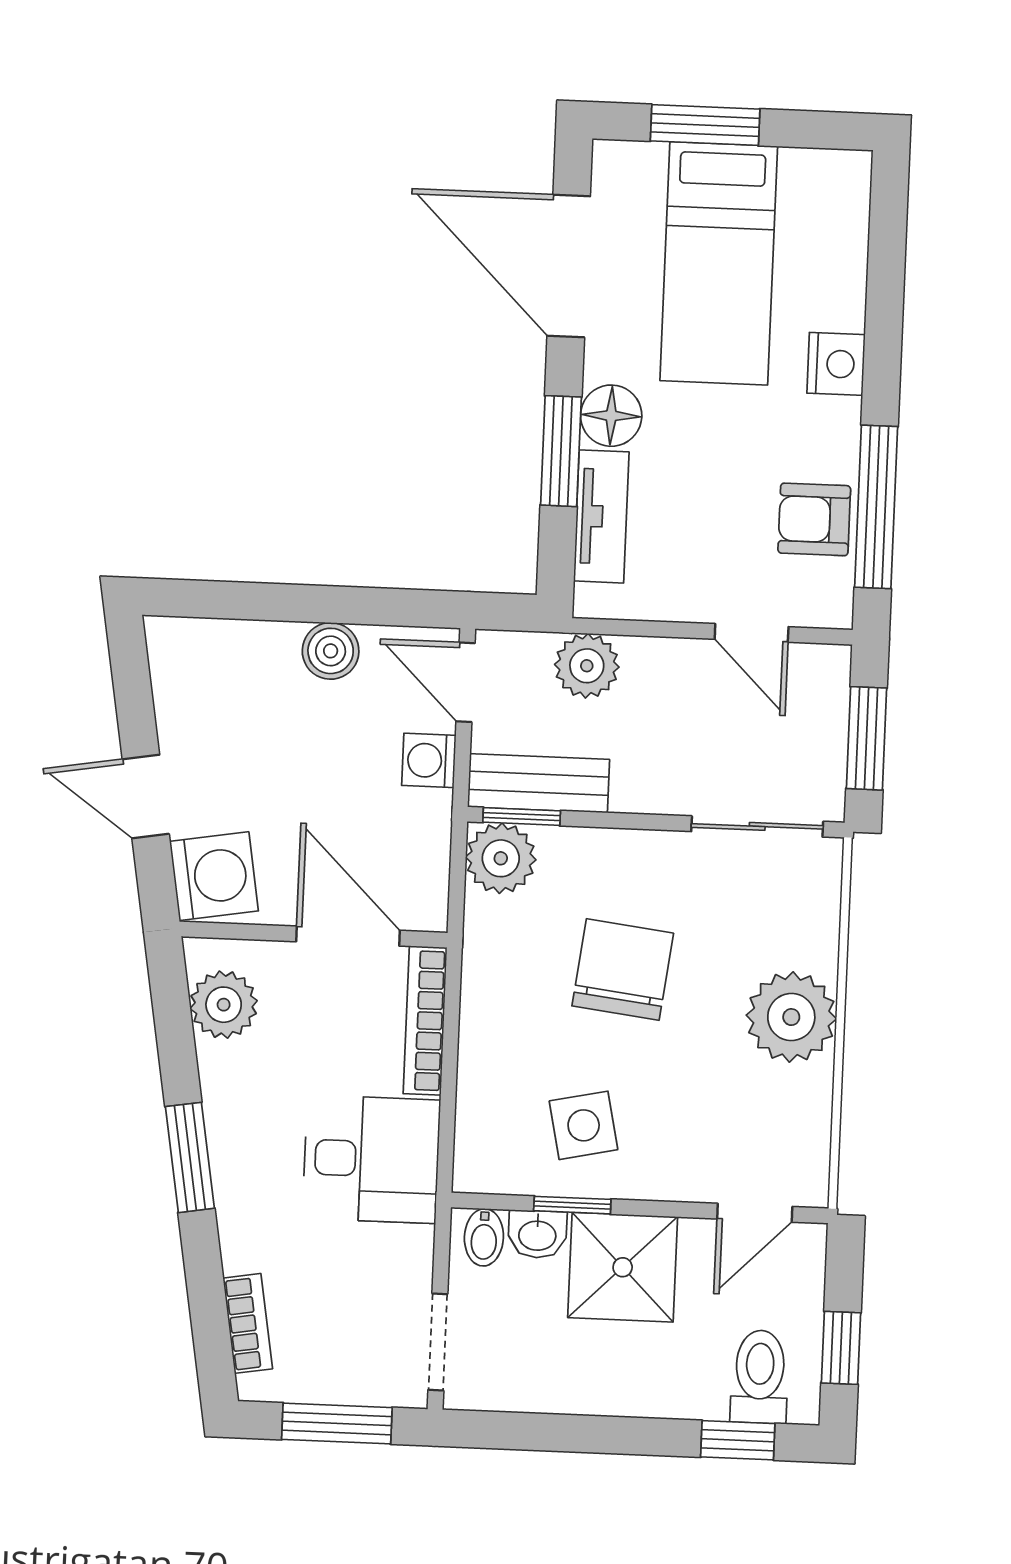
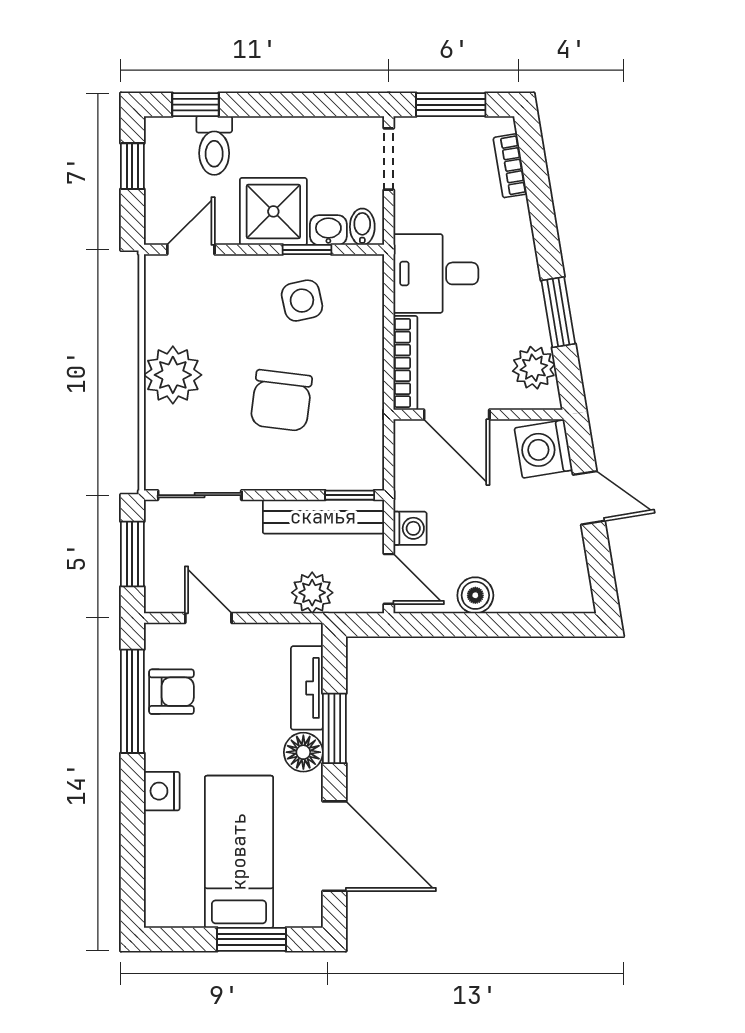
bench: (539, 783) -> (323, 517), width x1.36
plant: (501, 858) -> (362, 468), removed
window: (190, 1157) -> (558, 312), moved
toilet: (760, 1377) -> (214, 146), moved

